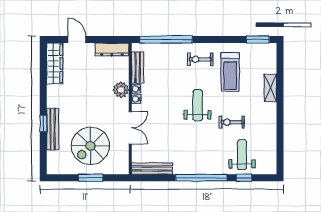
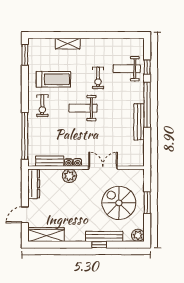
spiral stairs: (90, 146) -> (119, 203), turned 180
plant: (54, 167) -> (138, 235), added
bench: (152, 169) -> (139, 122), moved

